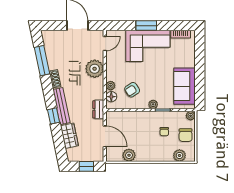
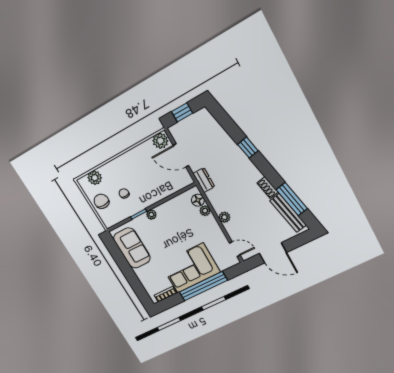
window: (146, 26) -> (203, 286), width x2.11
door: (105, 44) -> (235, 249), swing flipped
plant: (95, 69) -> (224, 217), width x0.53, depth x0.53
armchair: (132, 90) -> (181, 218), removed
bench: (61, 106) -> (288, 213), moved
plant: (191, 116) -> (109, 223), removed
wardrobe: (69, 136) -> (219, 136), removed
plant: (129, 155) -> (160, 141), moved

